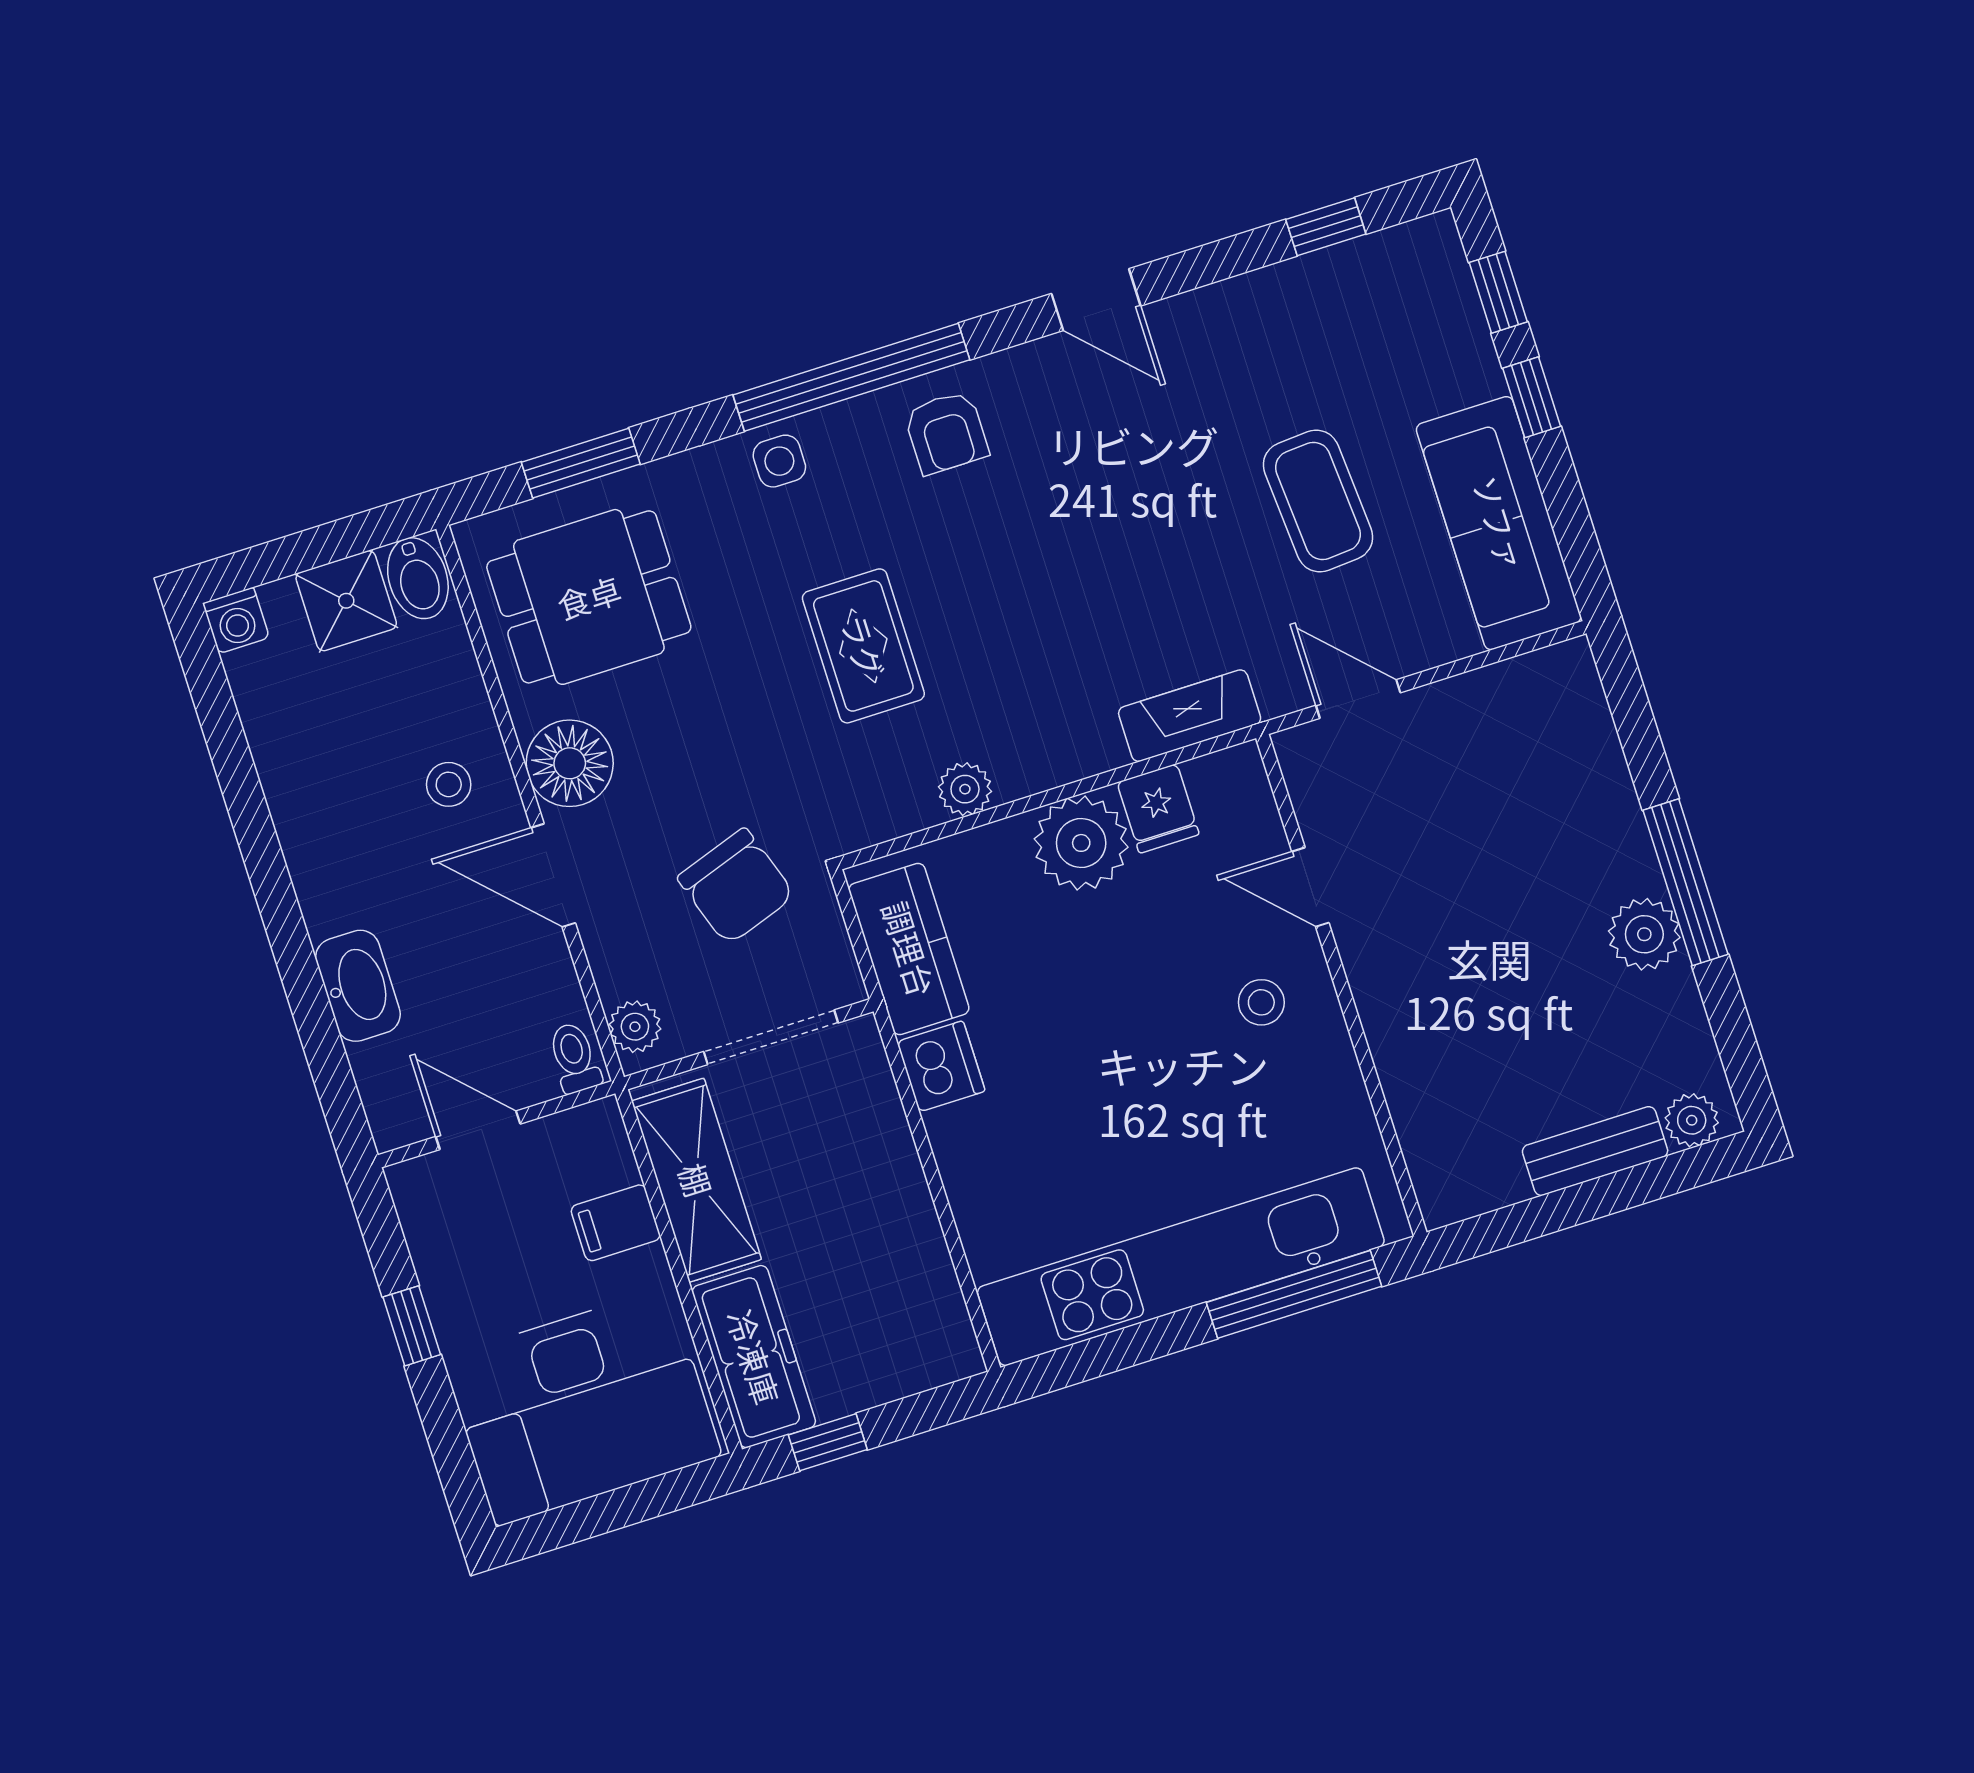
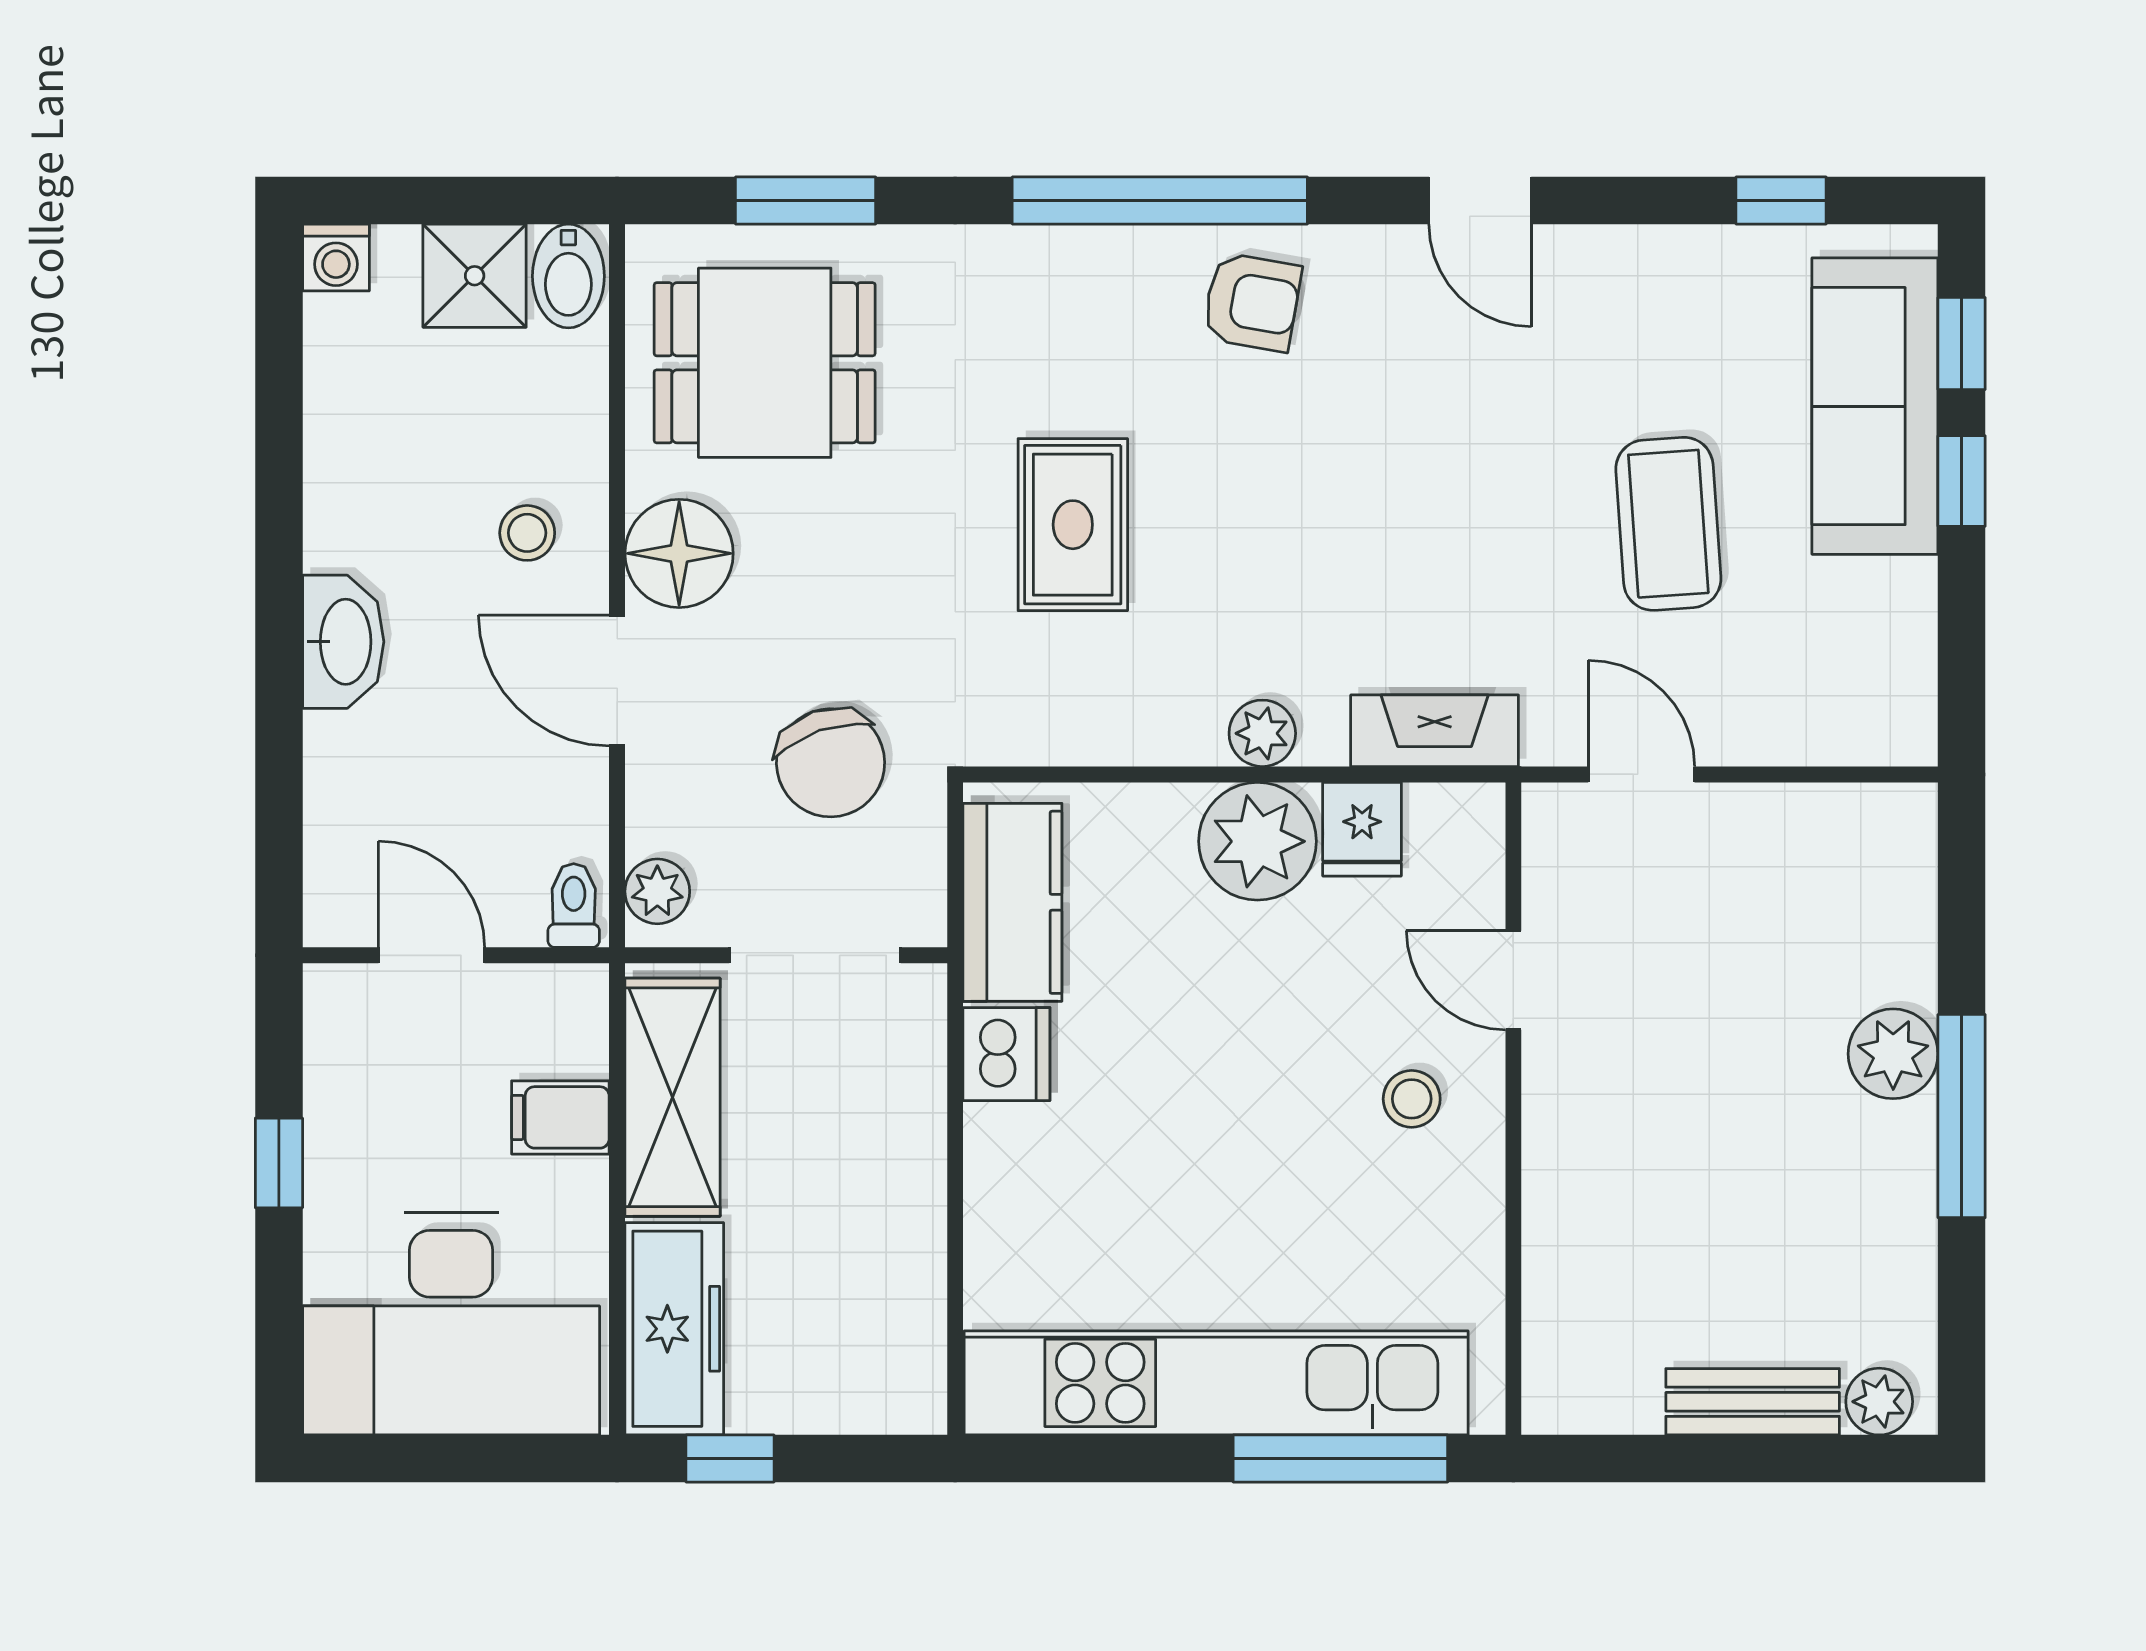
armchair: (946, 433) -> (1252, 302), turned -80
side table: (779, 461) -> (1043, 273), removed
sofa: (1499, 523) -> (1875, 406), moved
plant: (965, 789) -> (1262, 733), moved
plant: (1644, 934) -> (1893, 1054), moved
washbasin: (358, 986) -> (343, 642), moved

